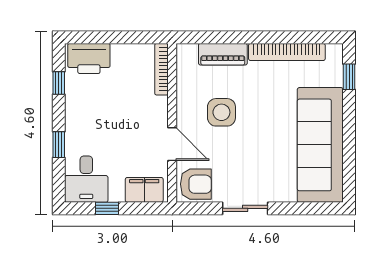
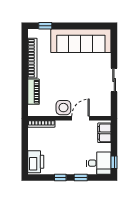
window: (59, 83) -> (60, 178), moved
side table: (221, 112) -> (63, 108), moved
armchair: (196, 184) -> (101, 106), removed
window: (107, 208) -> (114, 162), moved

